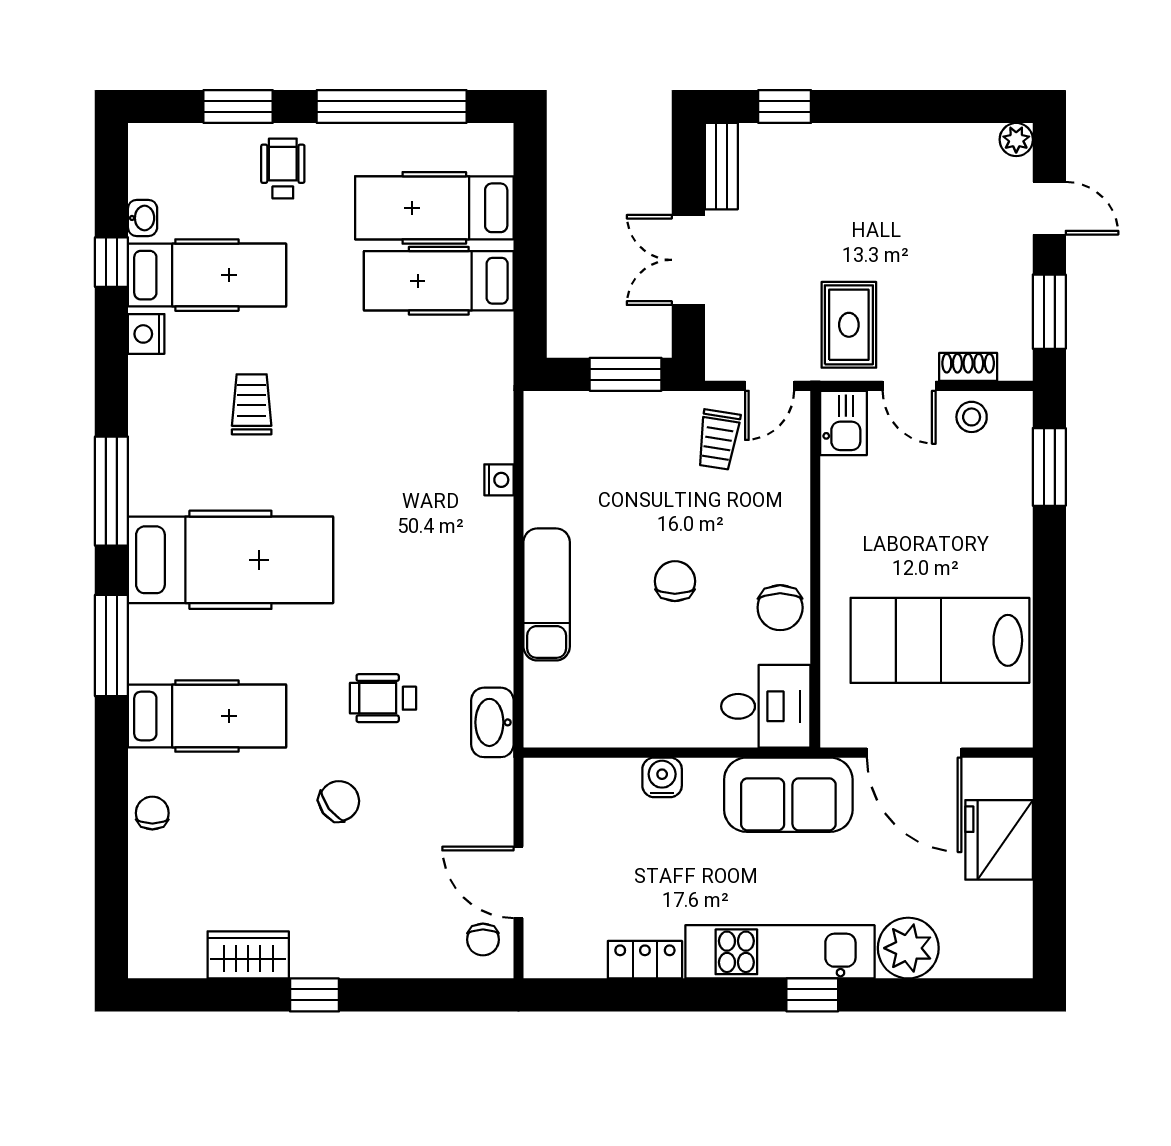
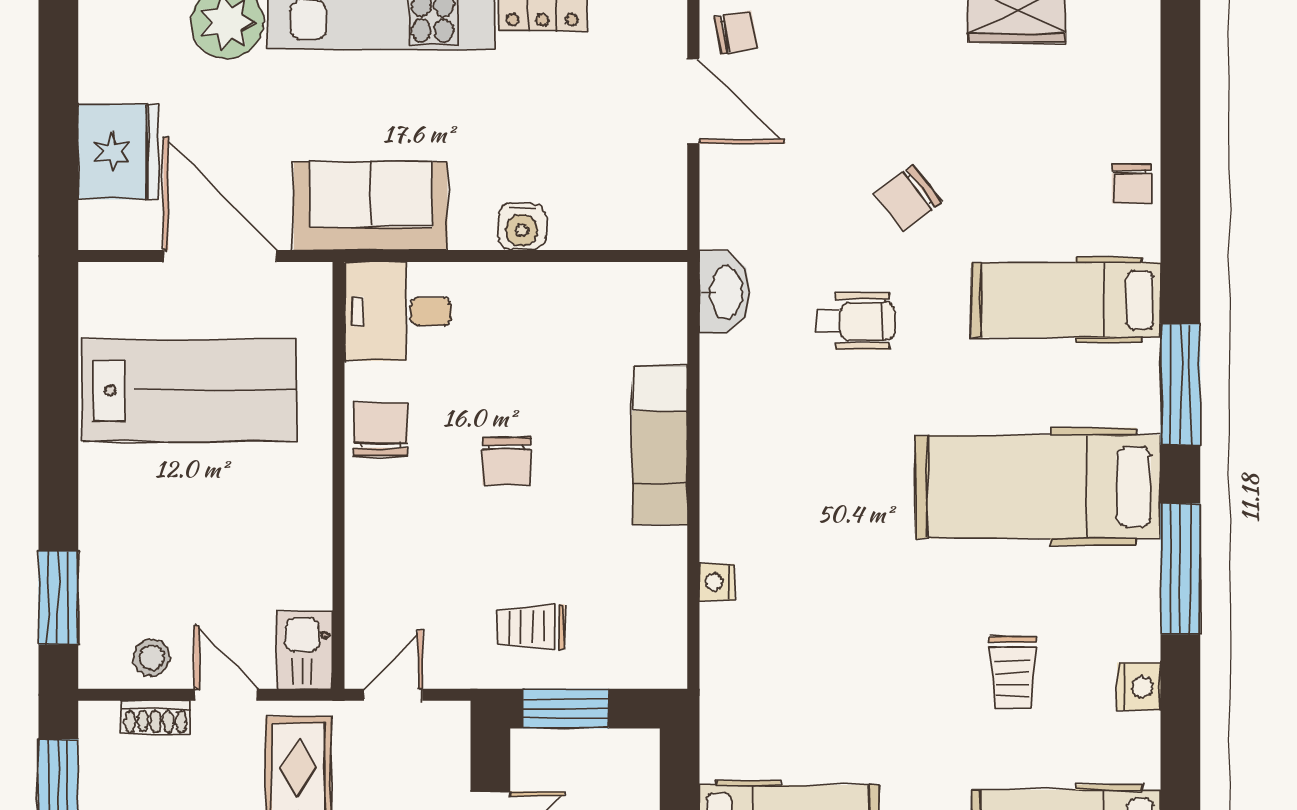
nightstand: (146, 334) -> (1139, 686), moved
trolley: (718, 440) -> (531, 627), moved, turned -99
chair: (483, 940) -> (736, 32), turned 79

